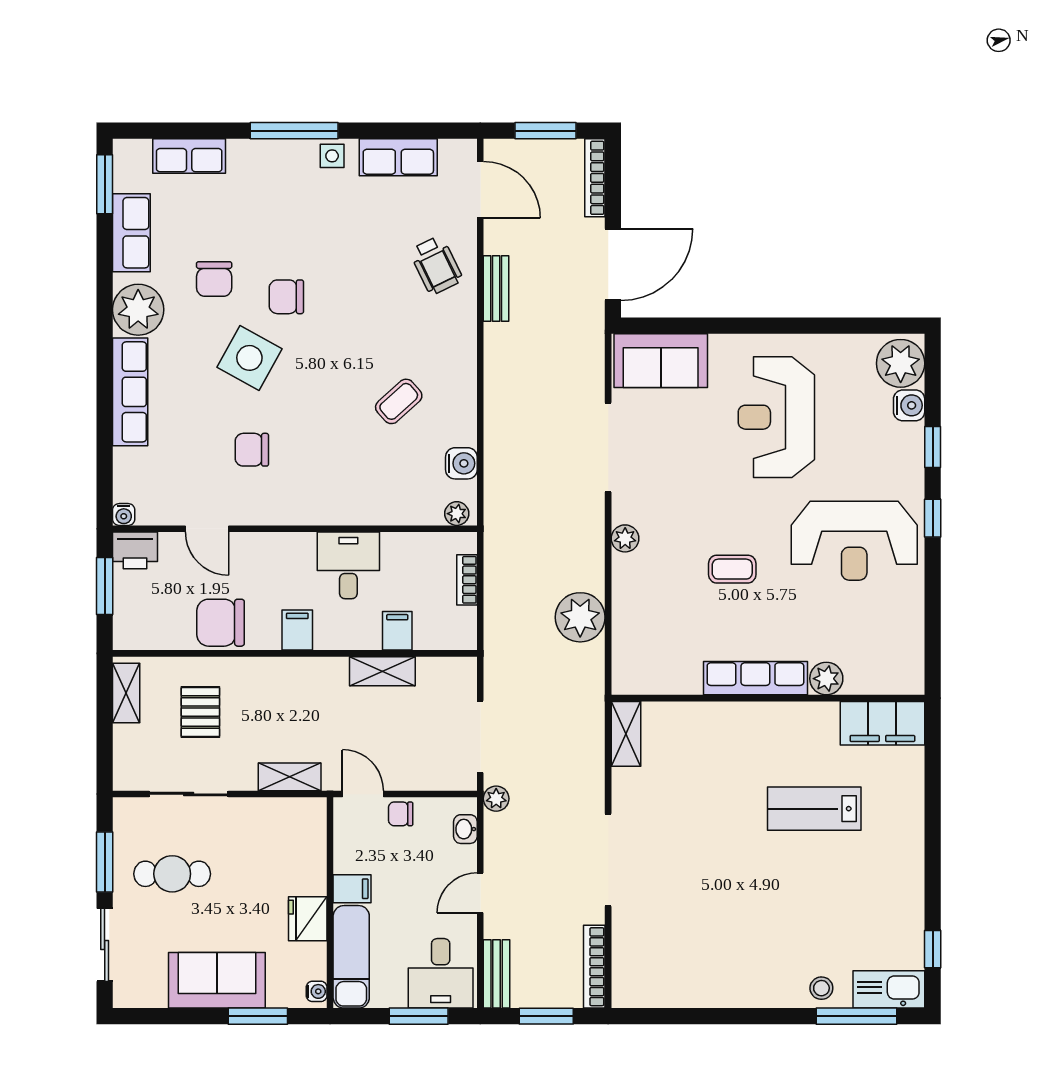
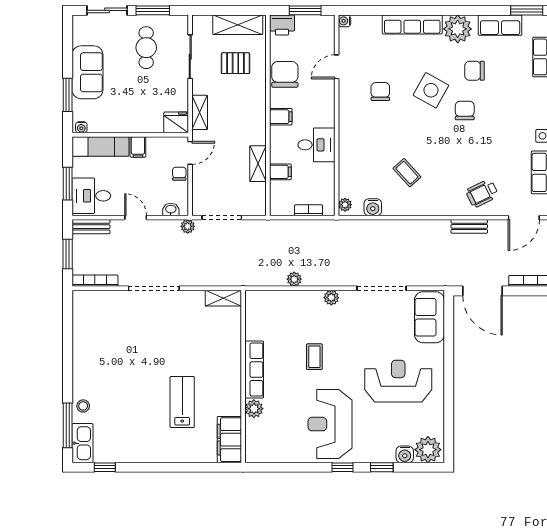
printer: (135, 550) -> (282, 25), moved, turned -90
plant: (580, 617) -> (294, 279), width x0.53, depth x0.53
shelving: (126, 693) -> (238, 25), width x1.50, depth x1.33
fridge: (308, 919) -> (176, 122), moved

